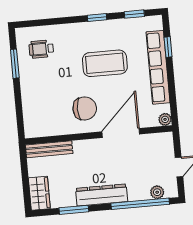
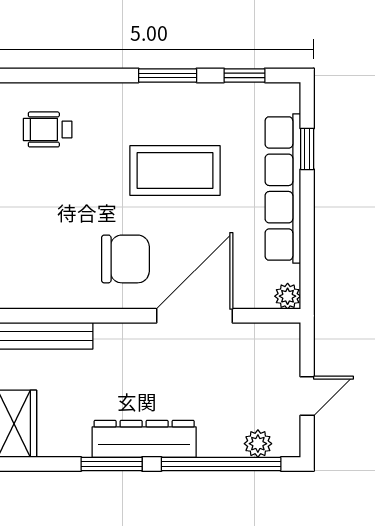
window: (97, 17) -> (168, 75), width x1.50
window: (74, 210) -> (112, 464), moved

